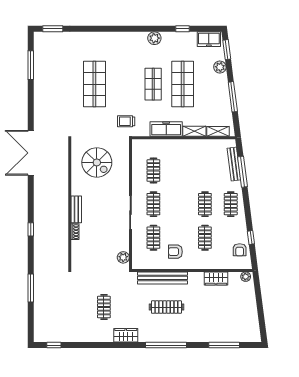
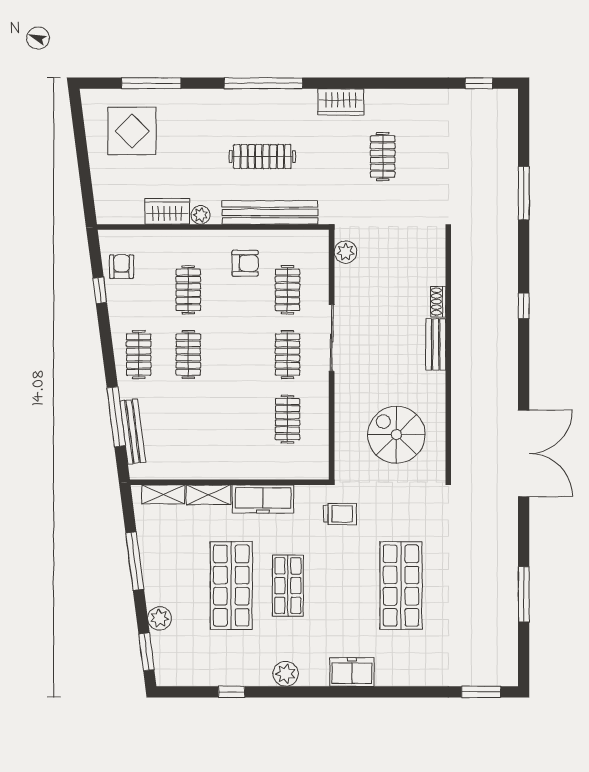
freezer: (209, 39) -> (352, 672), moved
window: (31, 65) -> (524, 594), moved
plant: (246, 277) -> (201, 215), moved
display table: (234, 320) -> (132, 131), added

